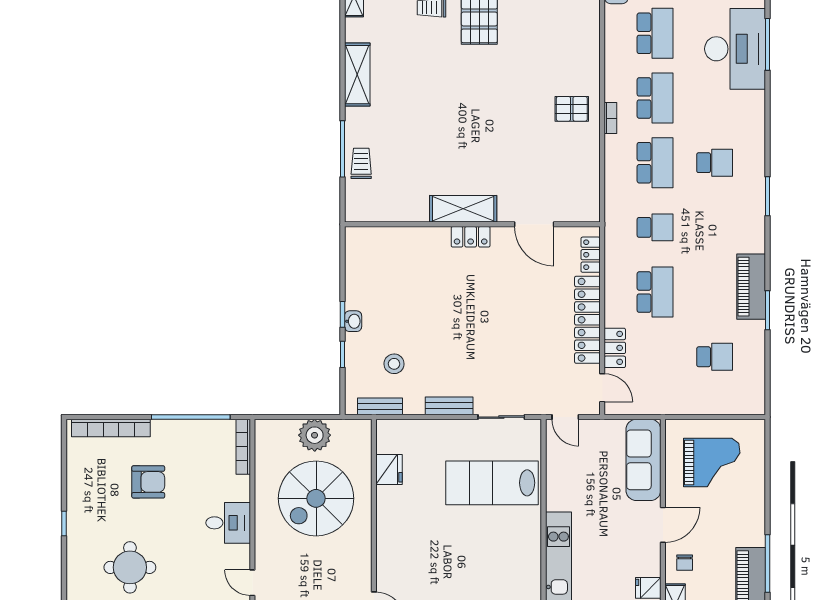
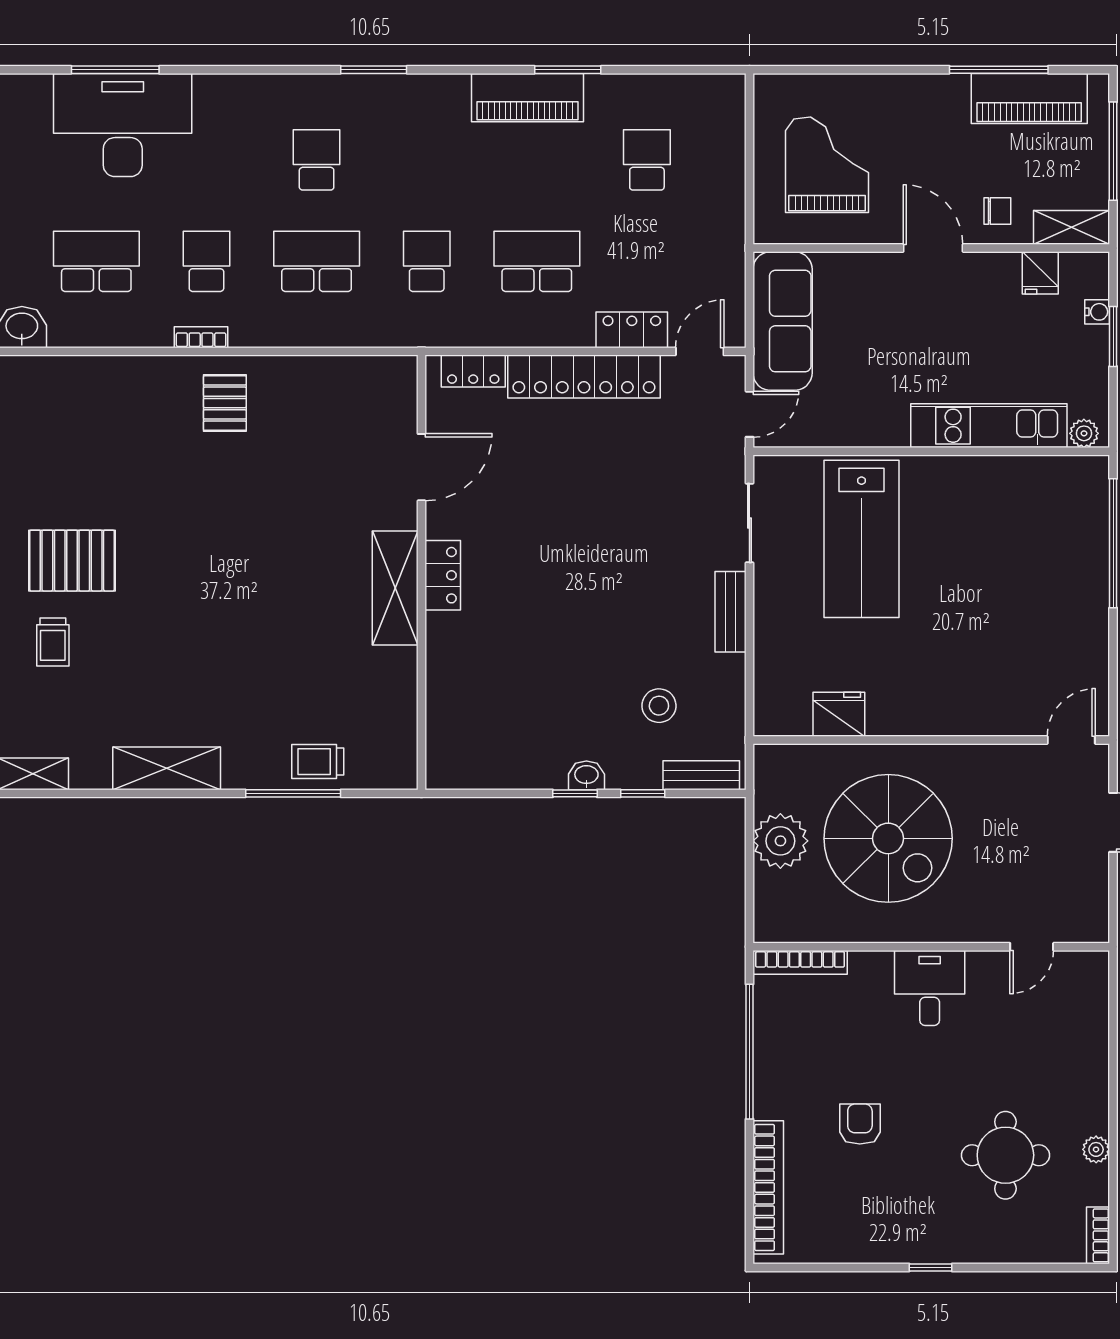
school desk: (655, 98) -> (206, 261), width x0.54
bookcase: (610, 118) -> (201, 337), moved
bench: (380, 406) -> (701, 775), moved, turned 90
sofa: (643, 460) -> (783, 321), moved, turned -90
armchair: (148, 482) -> (860, 1124), width x0.72, depth x0.72

